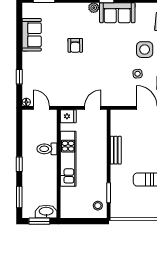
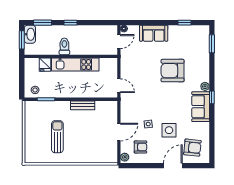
sofa: (32, 35) -> (154, 33), moved
armchair: (75, 45) -> (173, 71), width x1.88, depth x1.88
window: (19, 77) -> (184, 23), moved
fridge: (68, 116) -> (45, 65), moved
toilet: (47, 149) -> (64, 46), moved
washbasin: (46, 212) -> (30, 34), moved

